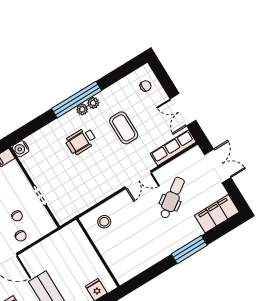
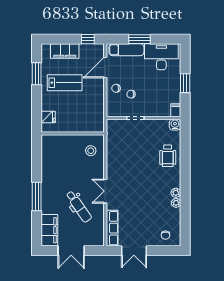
window: (77, 100) -> (185, 183), removed
plant: (82, 109) -> (176, 203), moved
double door: (183, 110) -> (134, 251), swing flipped
coffee table: (124, 128) -> (146, 203), removed
wheelchair: (81, 141) -> (168, 156), moved, turned 180
double door: (218, 166) -> (71, 251), moved

